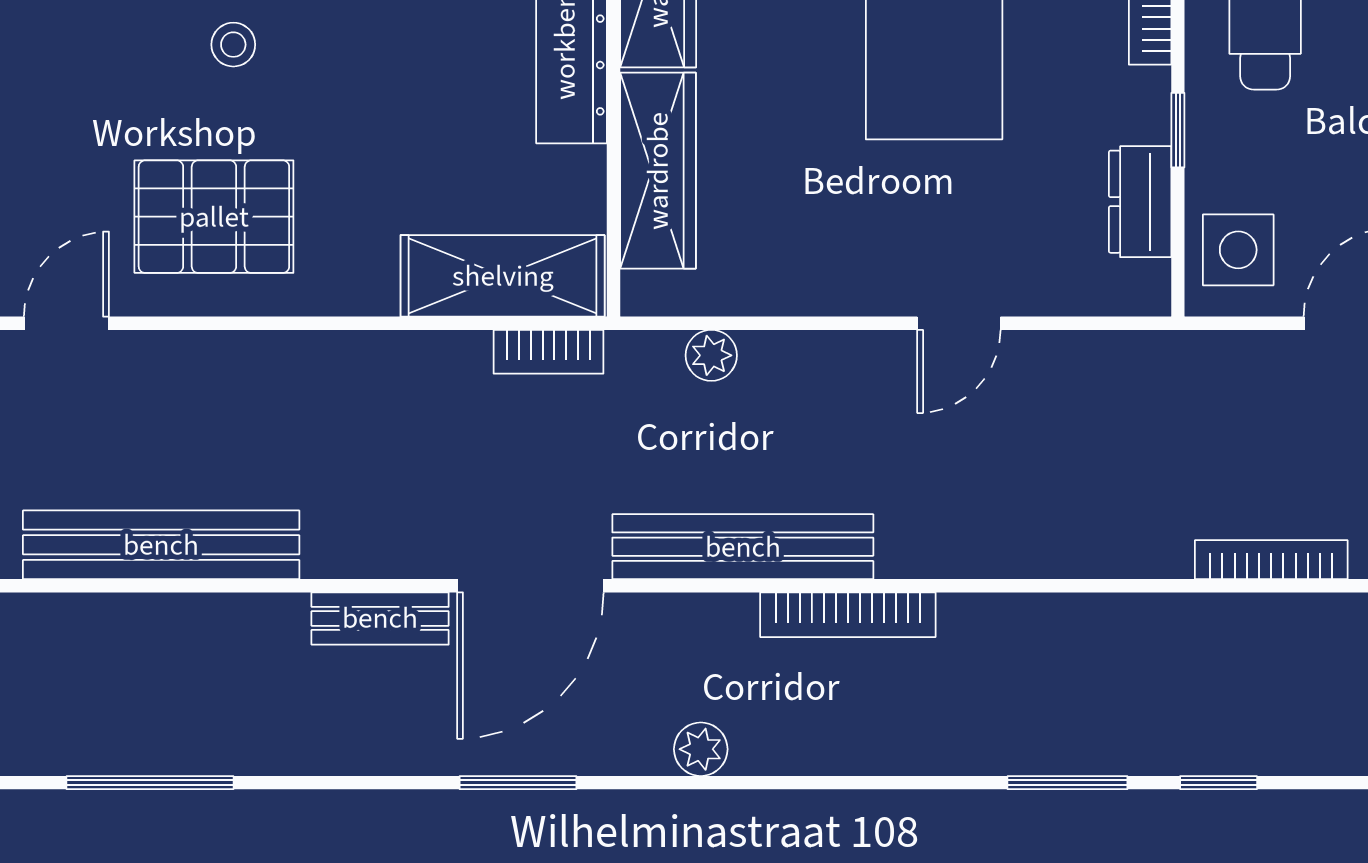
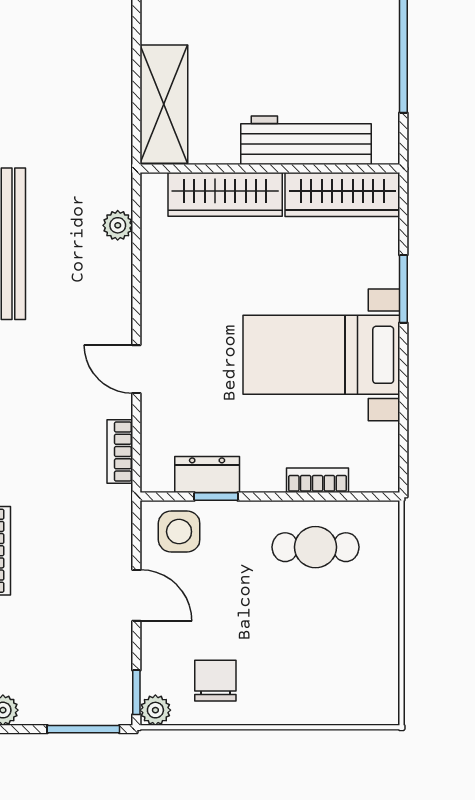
window: (1178, 130) -> (216, 496), moved
bookcase: (548, 352) -> (120, 452), moved

